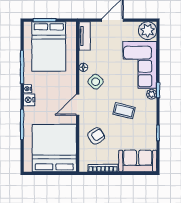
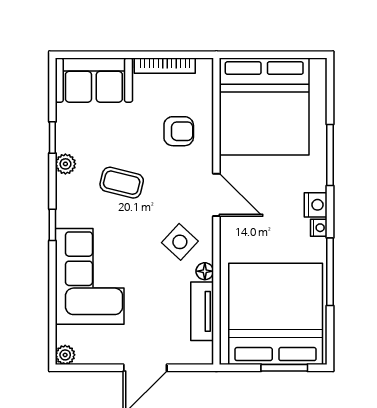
plant: (148, 31) -> (65, 355), width x0.53, depth x0.53
tv unit: (85, 36) -> (202, 311), moved
bed: (49, 46) -> (276, 314), width x1.36
plant: (152, 94) -> (65, 164), moved
door: (78, 105) -> (216, 195), hinge flipped
armchair: (96, 136) -> (179, 131), turned -146

